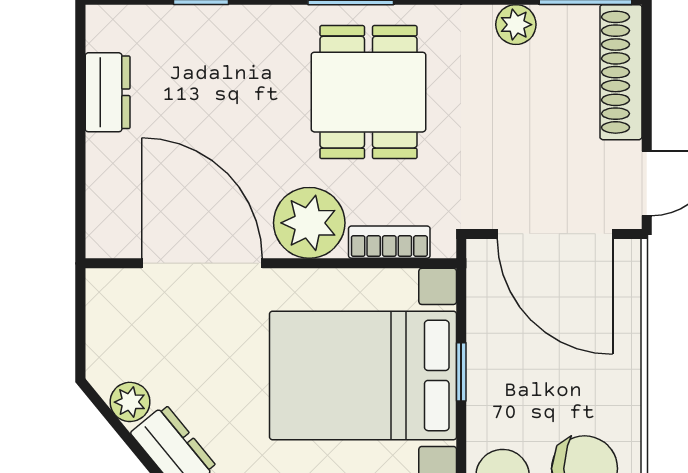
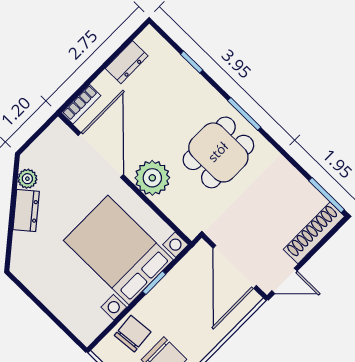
plant: (516, 25) -> (294, 180), removed
bookcase: (389, 242) -> (81, 104), moved, turned 90

